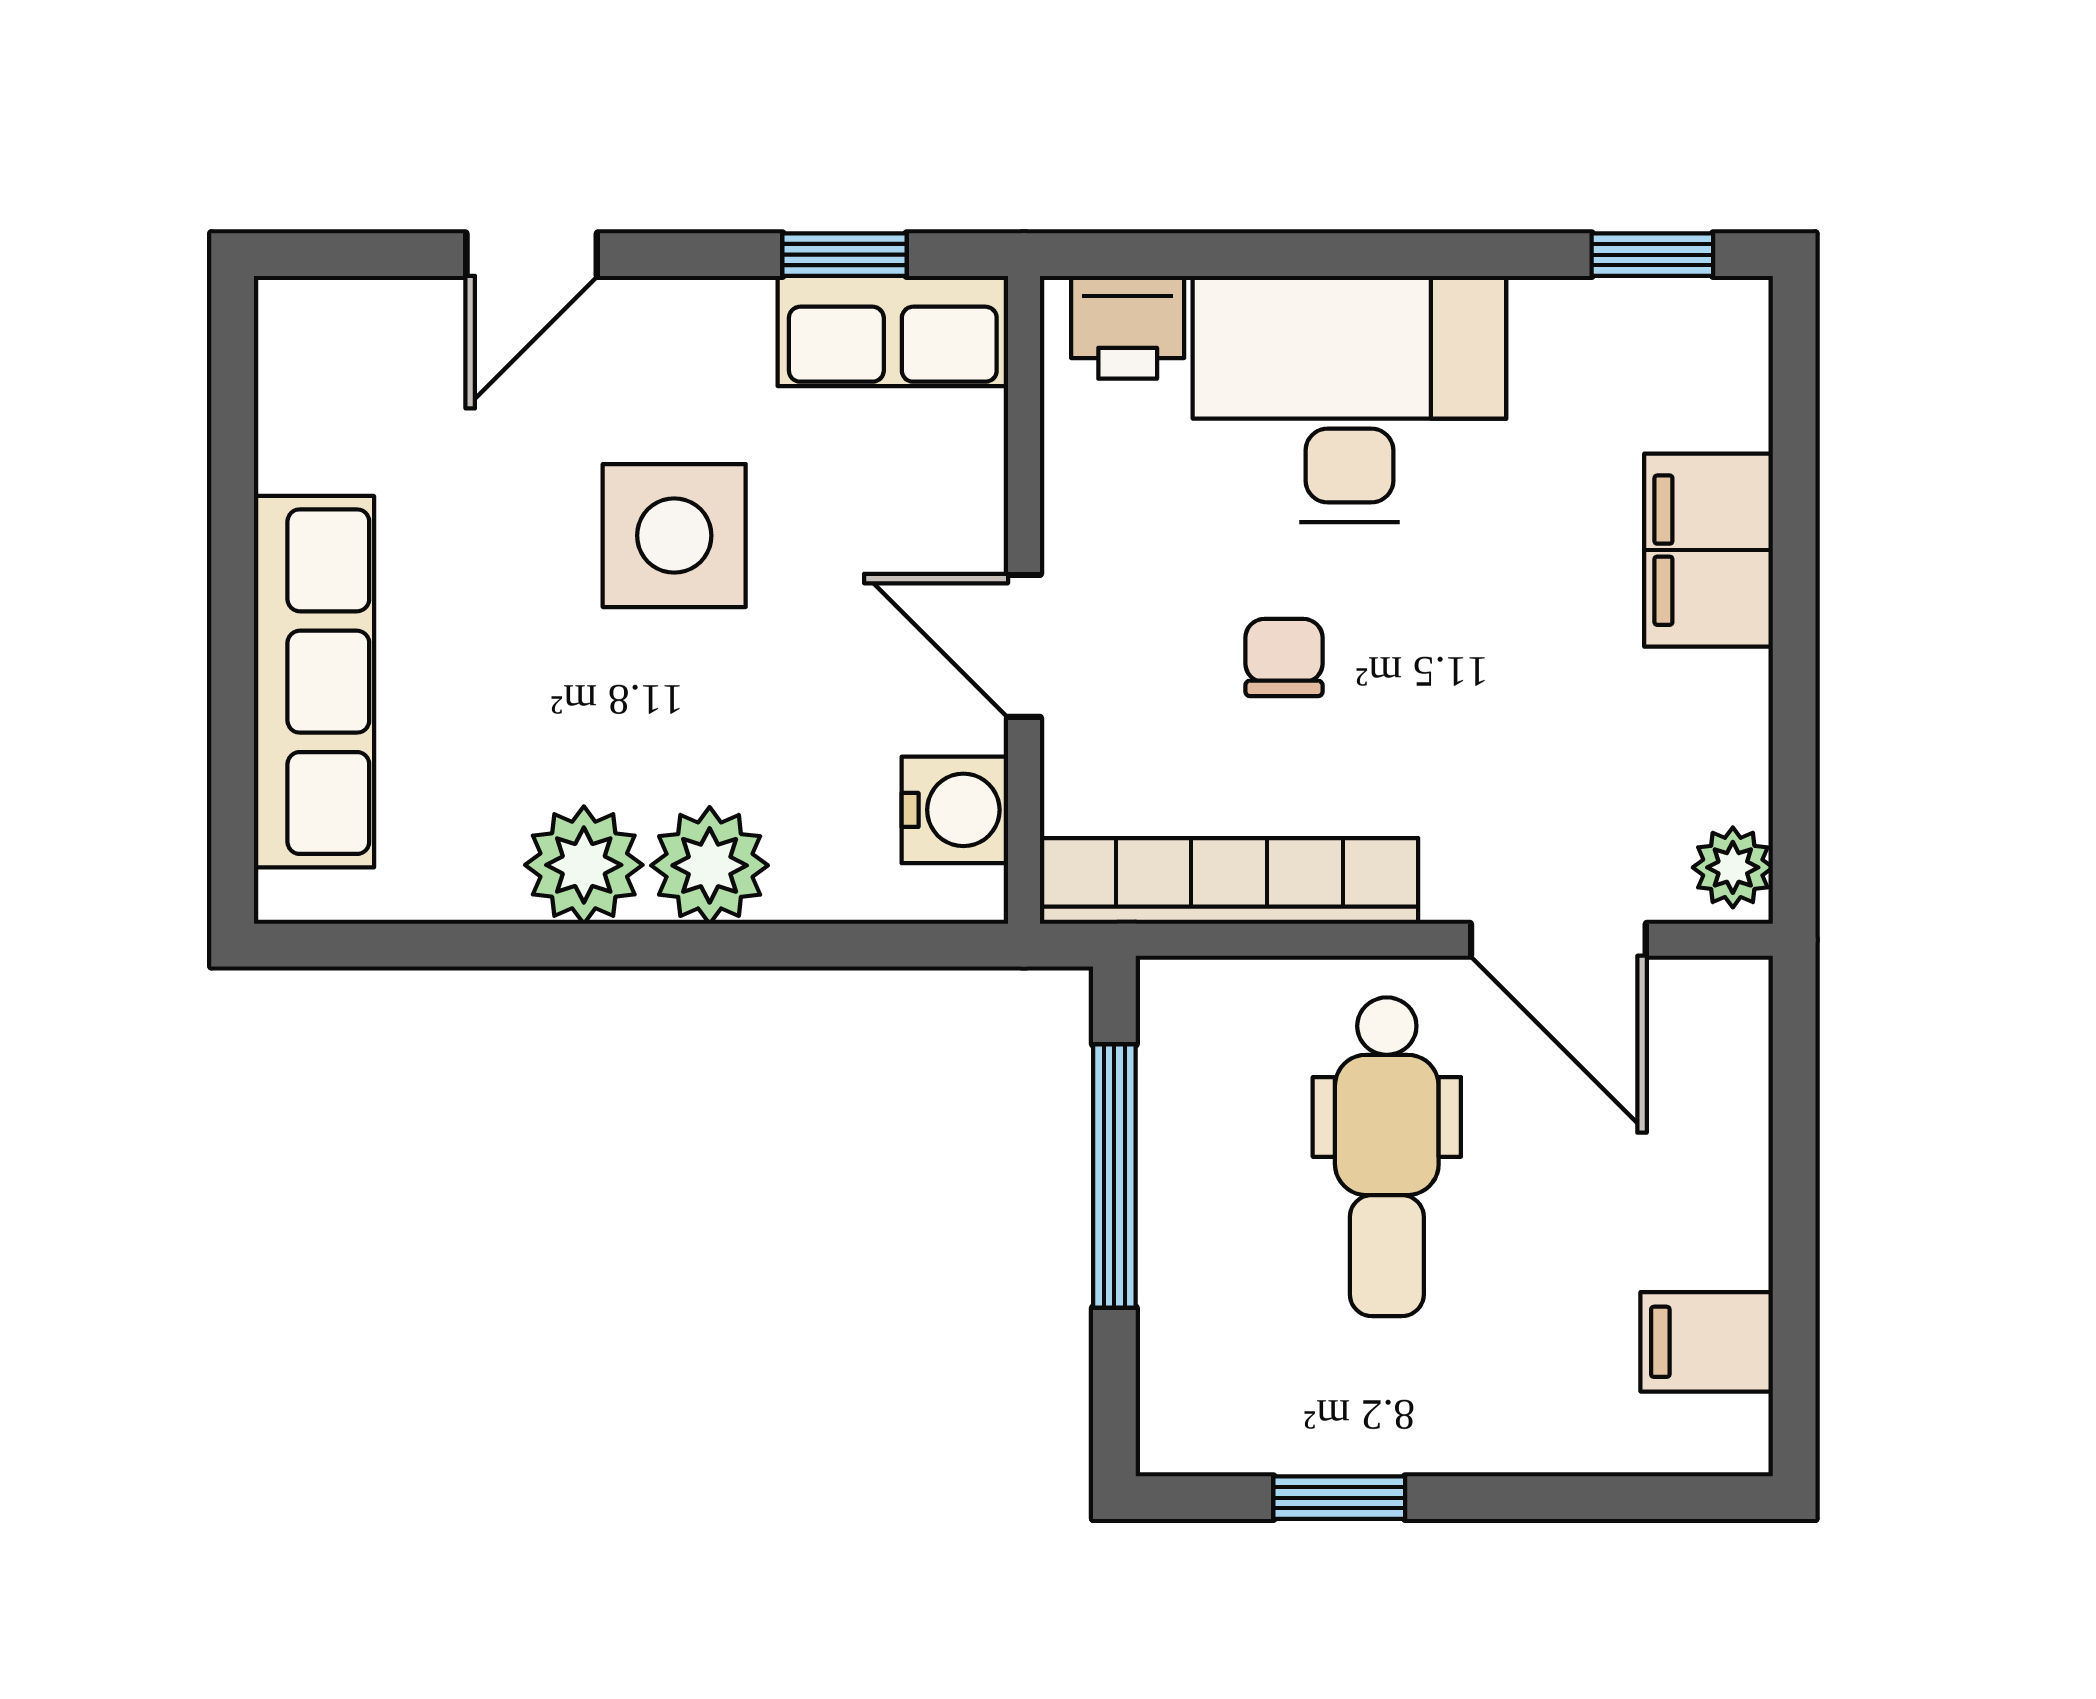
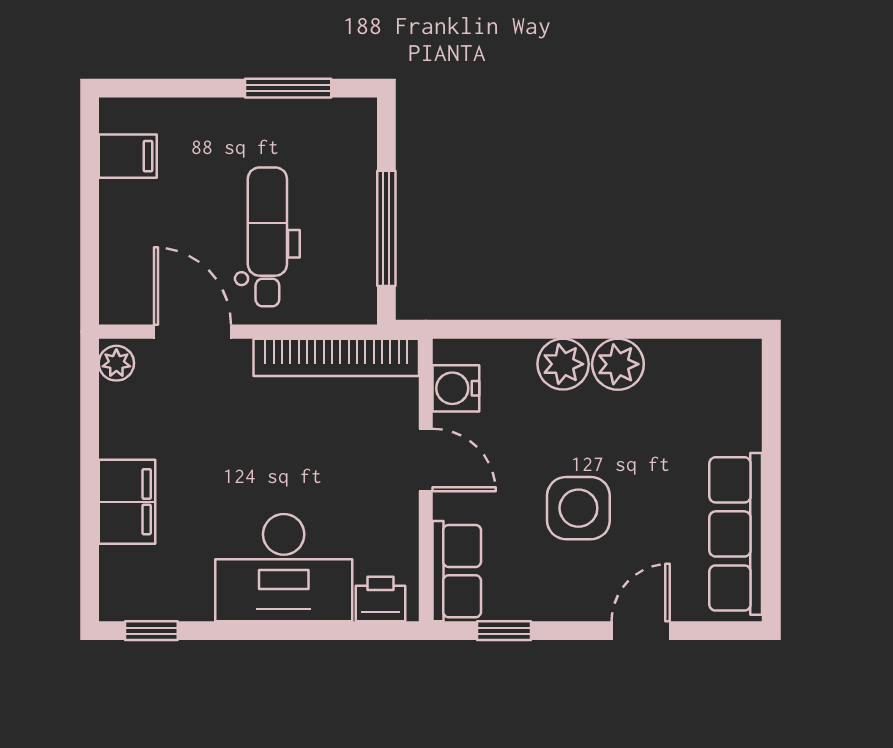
row of seats: (893, 331) -> (457, 571), moved, turned 90
chair: (1284, 658) -> (312, 455), removed
row of seats: (314, 682) -> (736, 534), moved
window: (1339, 1498) -> (288, 88), width x1.50

